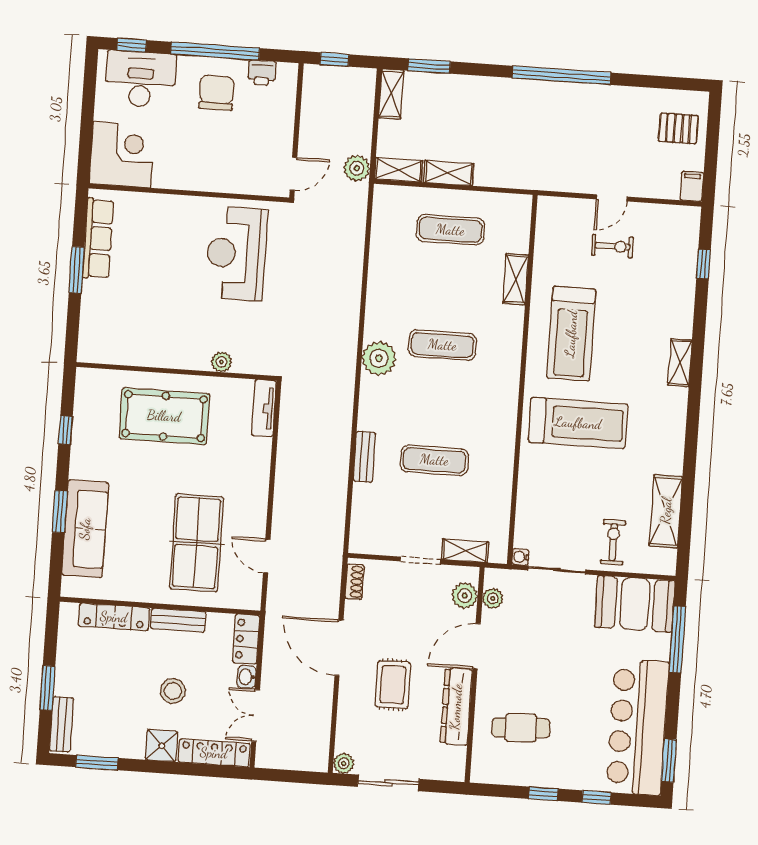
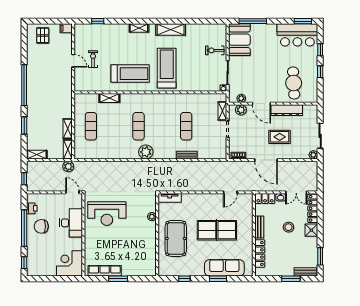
window: (429, 66) -> (24, 126), moved
desk: (140, 79) -> (71, 223), moved, turned 180
shelving: (666, 511) -> (171, 30), moved
table tennis table: (197, 543) -> (217, 230), moved
door: (339, 648) -> (266, 160), hinge flipped
bar counter: (638, 727) -> (297, 35), width x0.73
cafe table: (521, 728) -> (294, 83), width x1.37, depth x1.35

